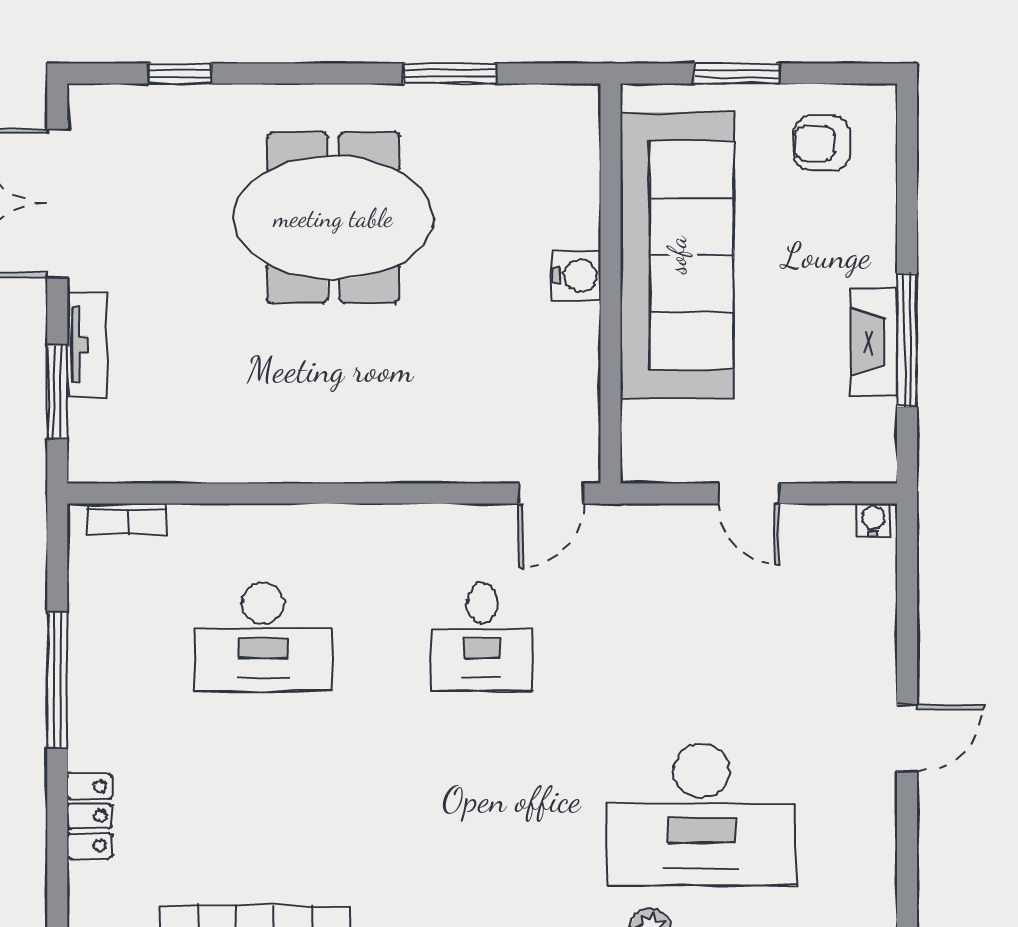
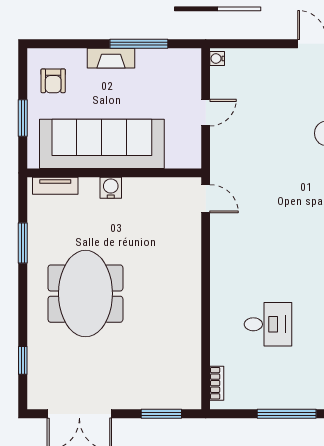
fireplace: (874, 342) -> (111, 58), moved
tv unit: (87, 344) -> (55, 186), moved, turned 180
desk: (263, 637) -> (268, 324), width x0.73
desk: (482, 637) -> (268, 229), removed

